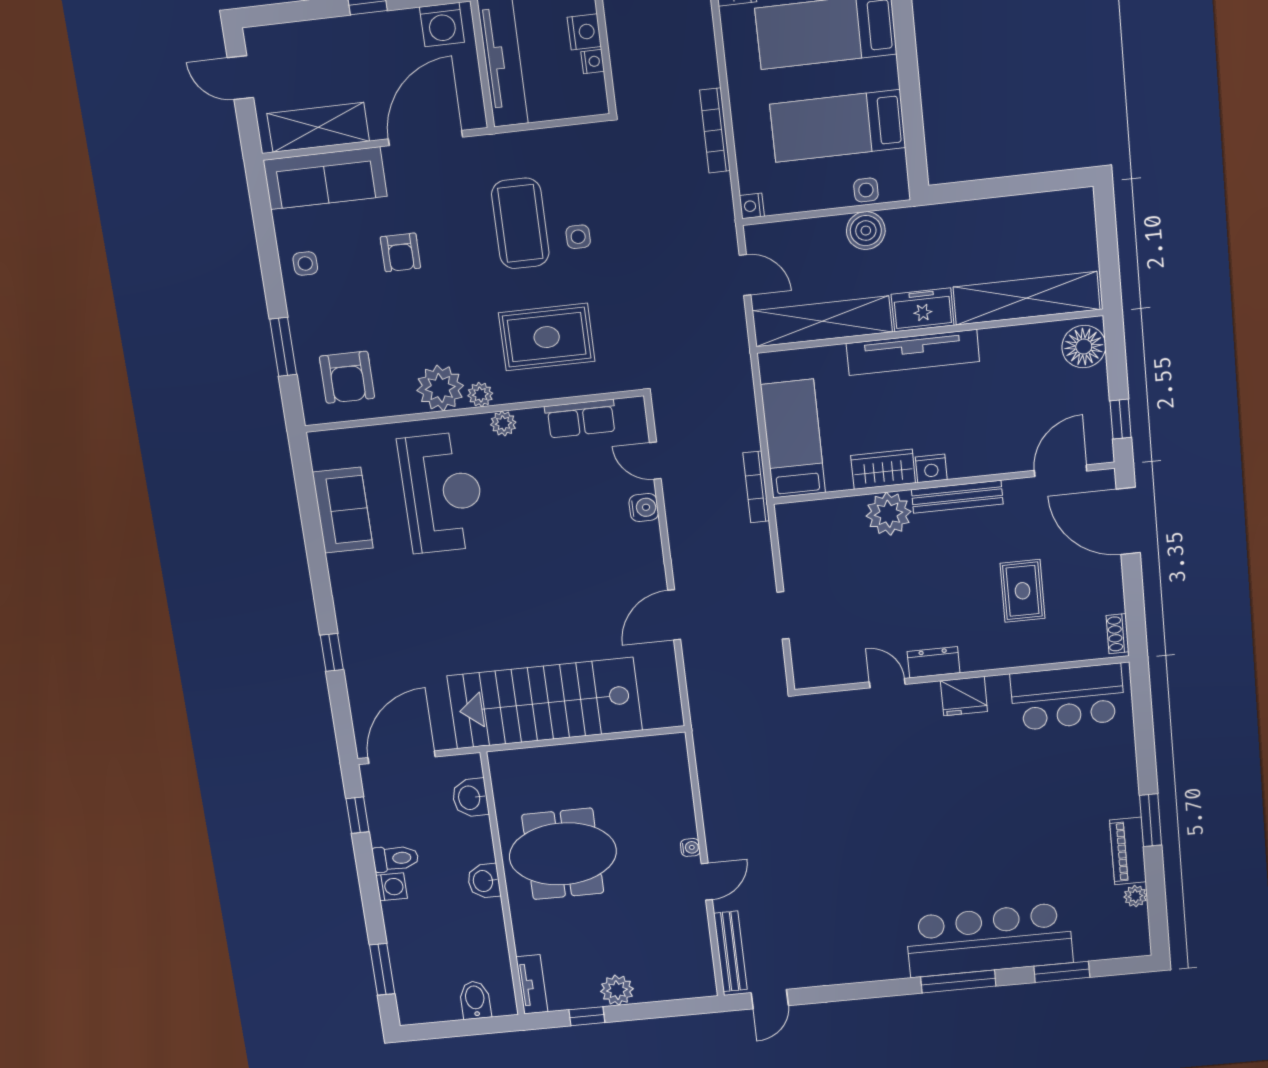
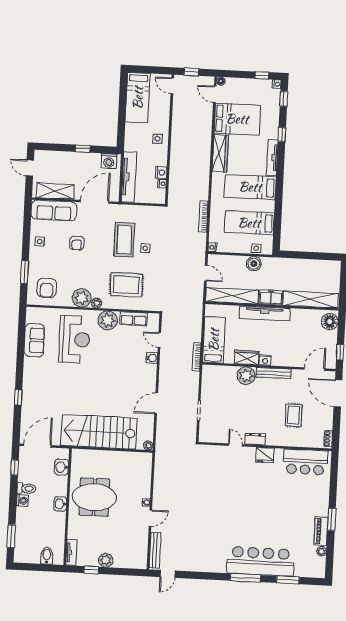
plant: (503, 423) -> (108, 320), width x1.88, depth x1.88
plant: (672, 716) -> (148, 445), added

